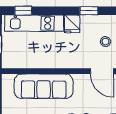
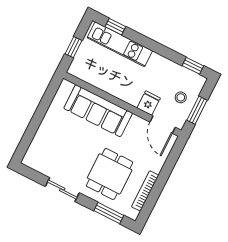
window: (89, 11) -> (193, 66), moved
fridge: (72, 24) -> (149, 103), moved, turned 180

